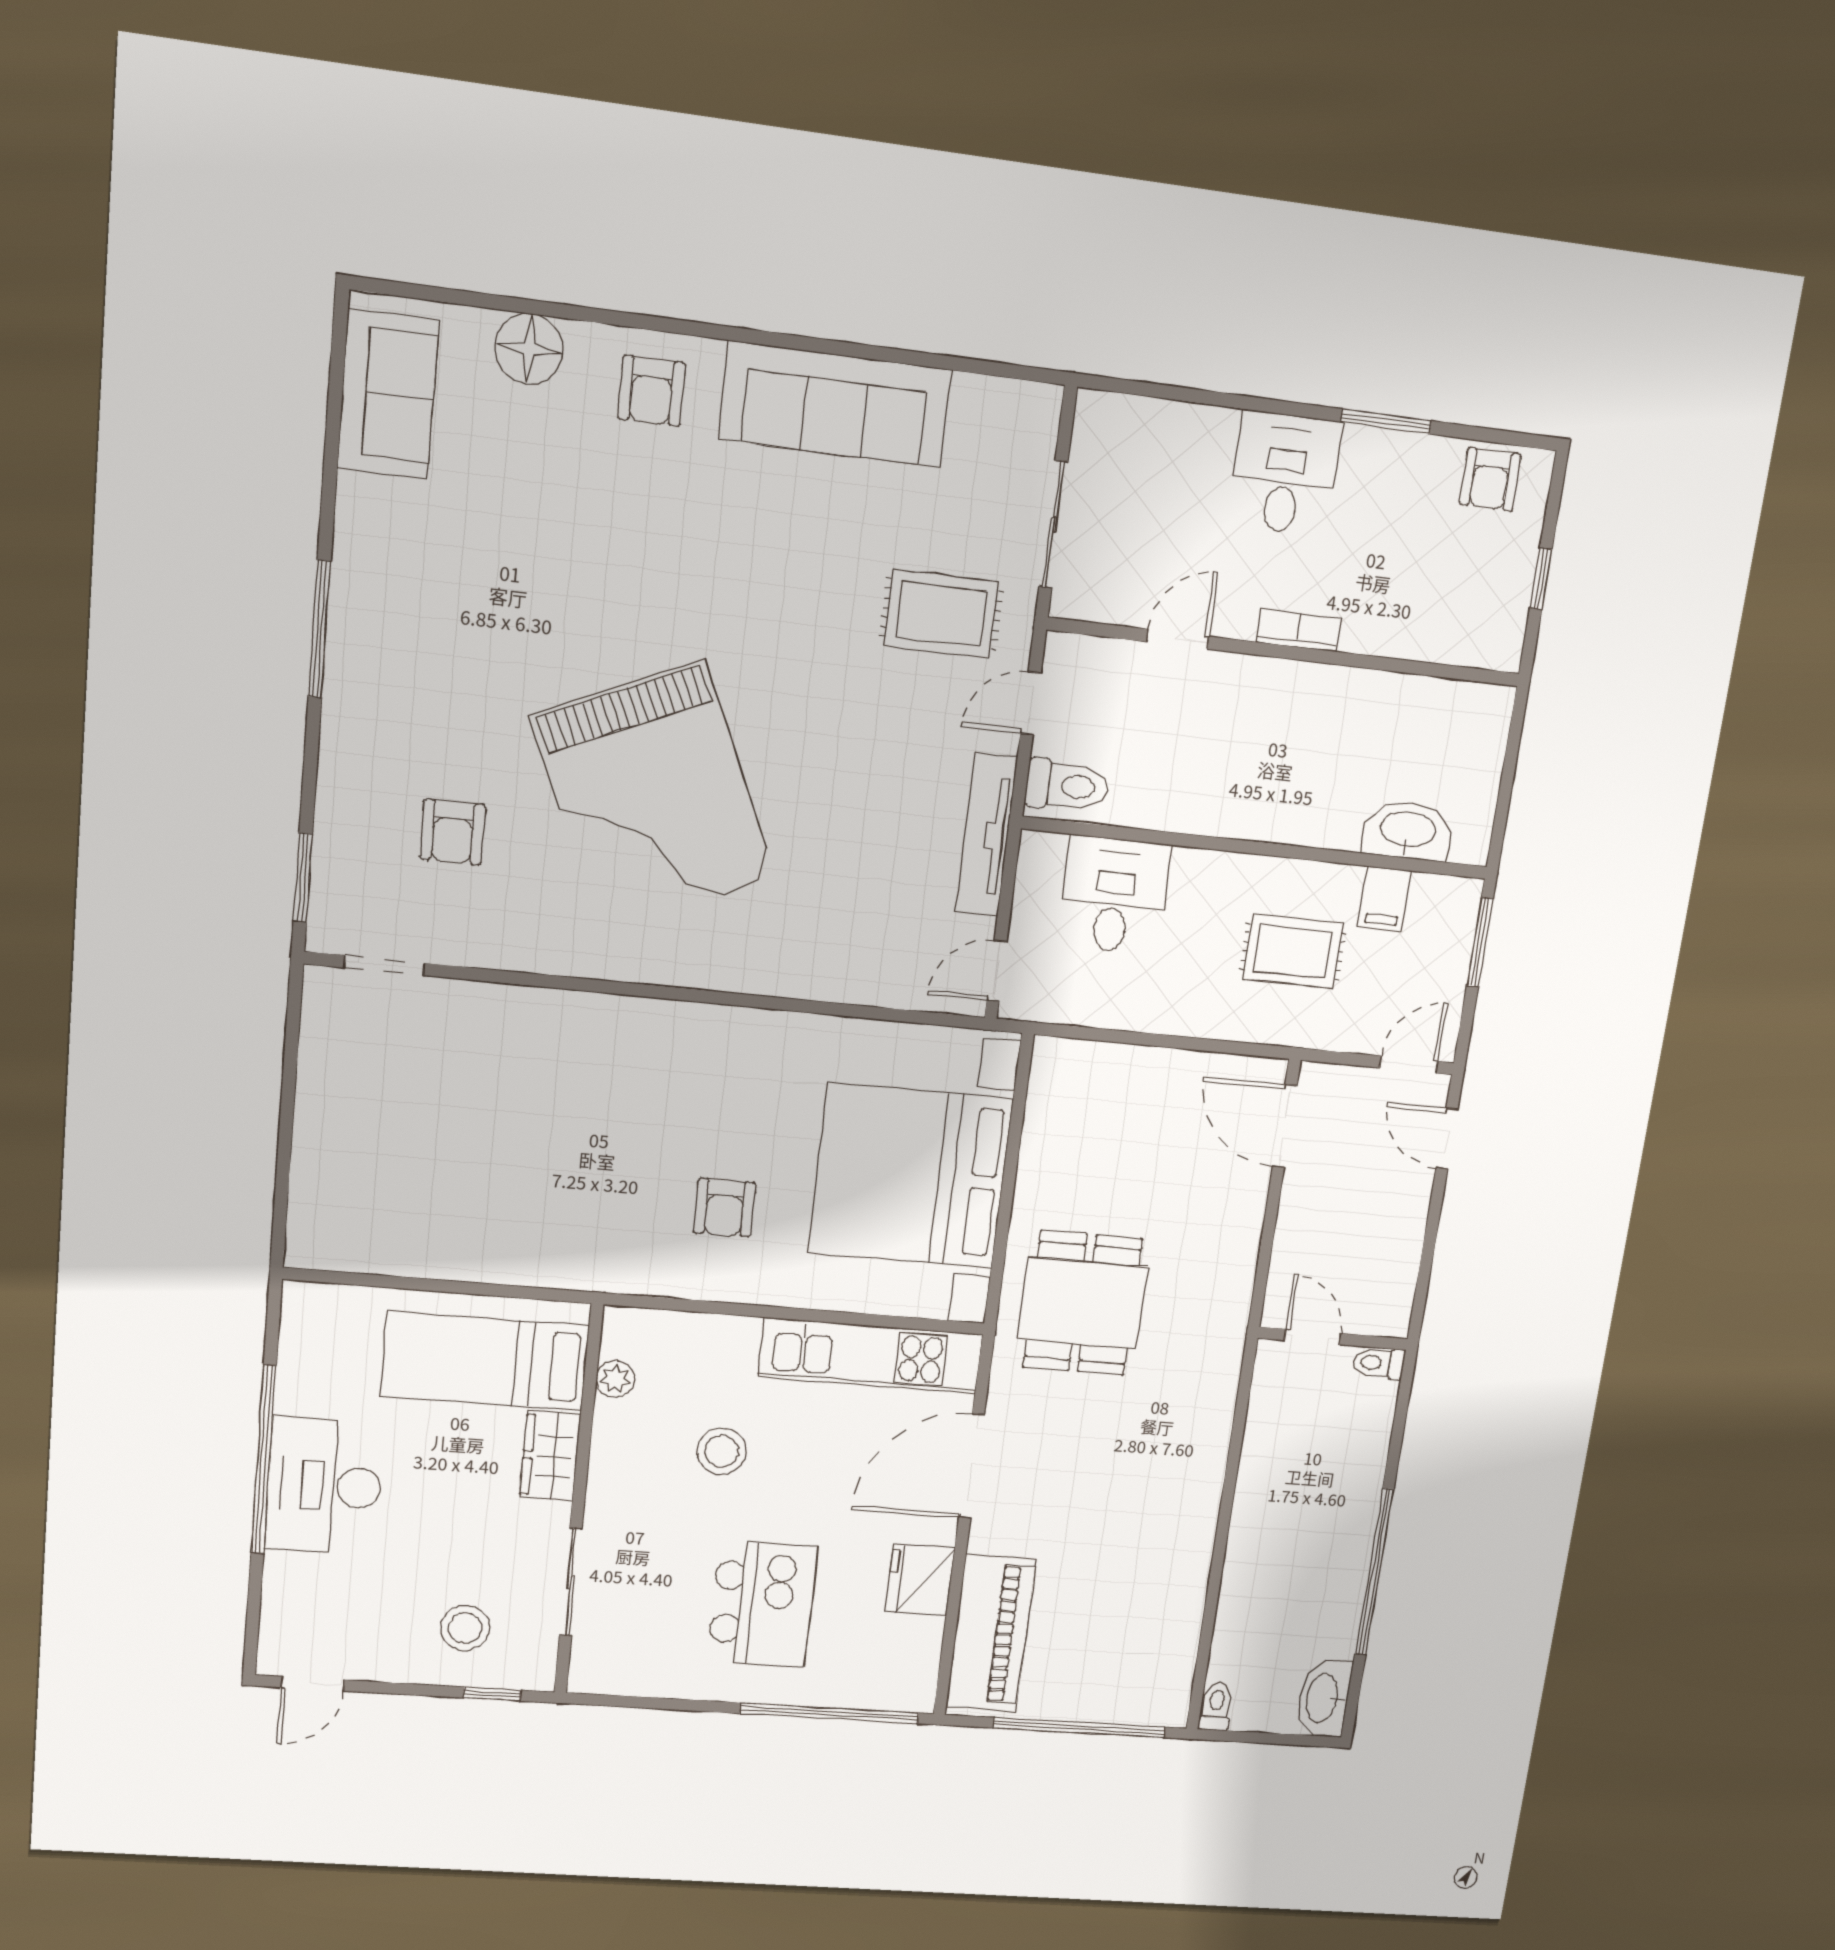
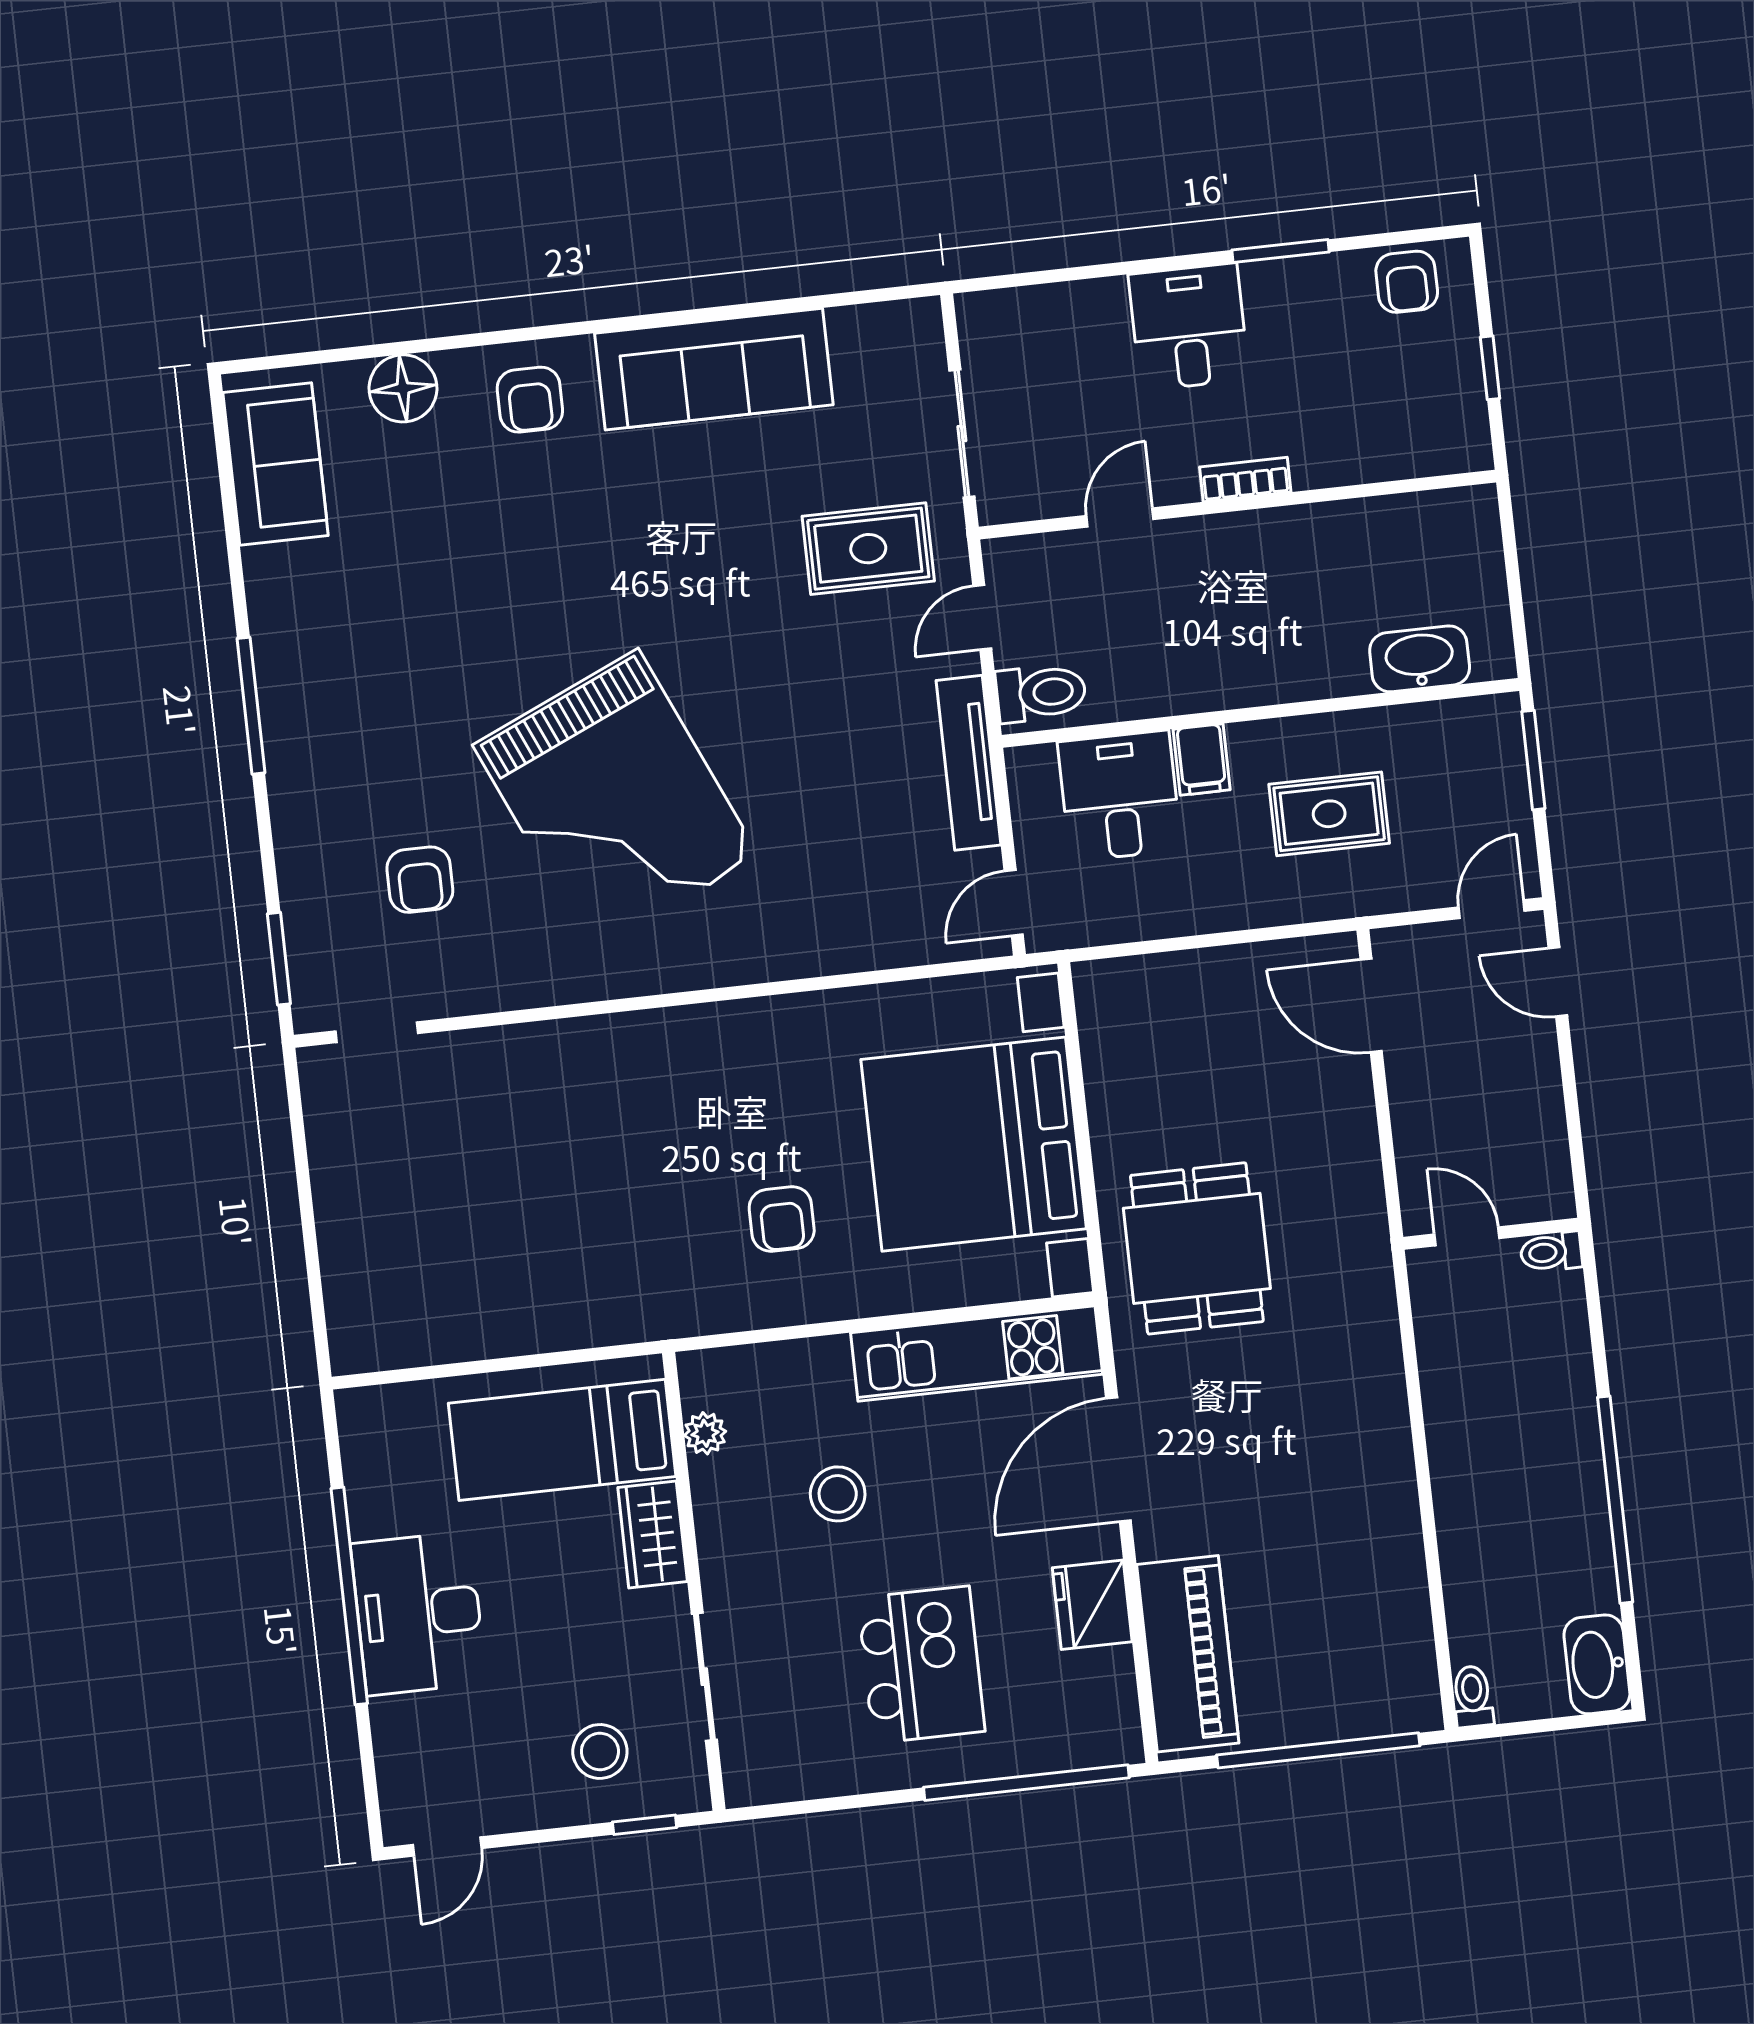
filing cabinet: (1385, 899) -> (1202, 760), moved

